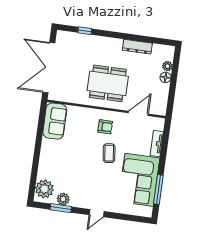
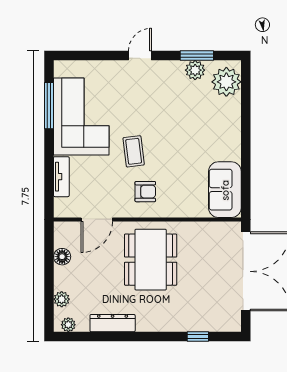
plant: (165, 50) -> (68, 325), added
floor lamp: (166, 77) -> (62, 257), moved
dining table: (108, 83) -> (151, 260), turned 90
armchair: (105, 127) -> (145, 192), turned 180

